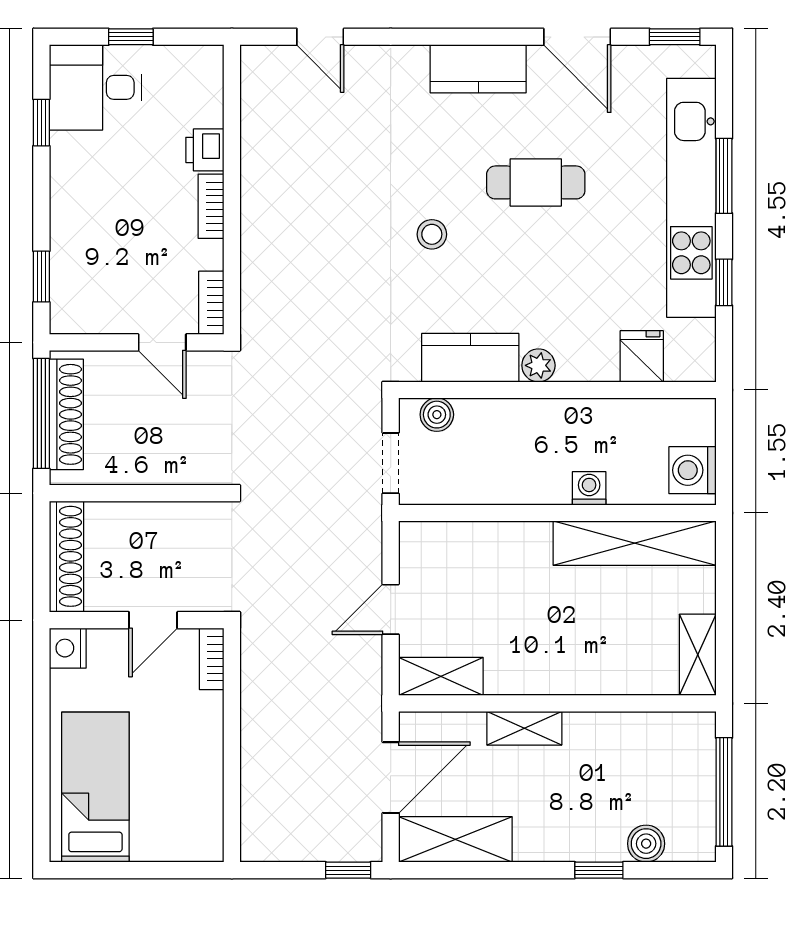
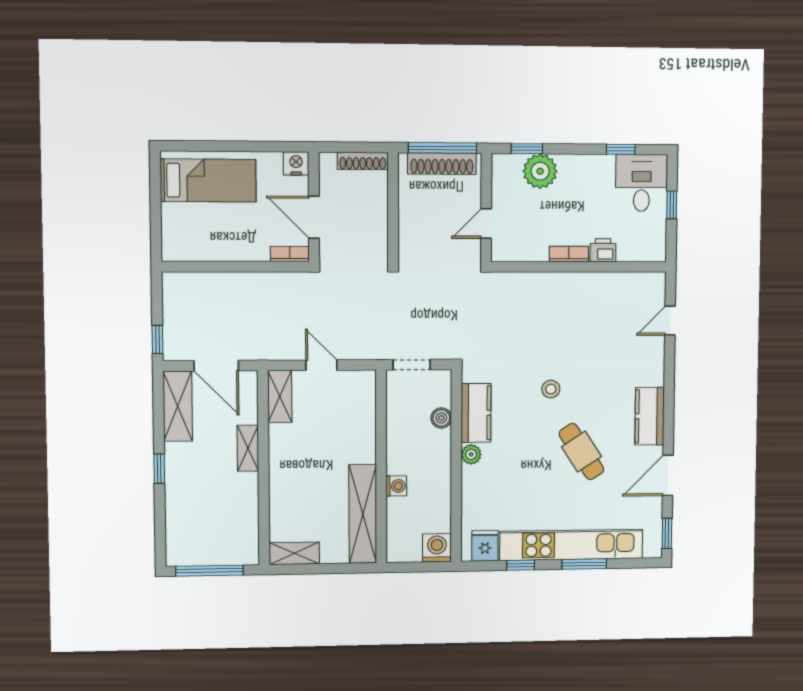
cafe table: (536, 182) -> (581, 452), turned -33
plant: (77, 255) -> (540, 171), added
bookcase: (211, 303) -> (510, 254), removed
fridge: (642, 356) -> (485, 546), moved, turned -90
boiler: (437, 415) -> (441, 418), moved
washing machine: (692, 470) -> (437, 548), moved
shoe rack: (66, 556) -> (363, 161), width x0.74, depth x0.81
door: (153, 620) -> (314, 217), width x1.38
boiler: (646, 844) -> (177, 524), removed
window: (599, 870) -> (159, 469), moved

